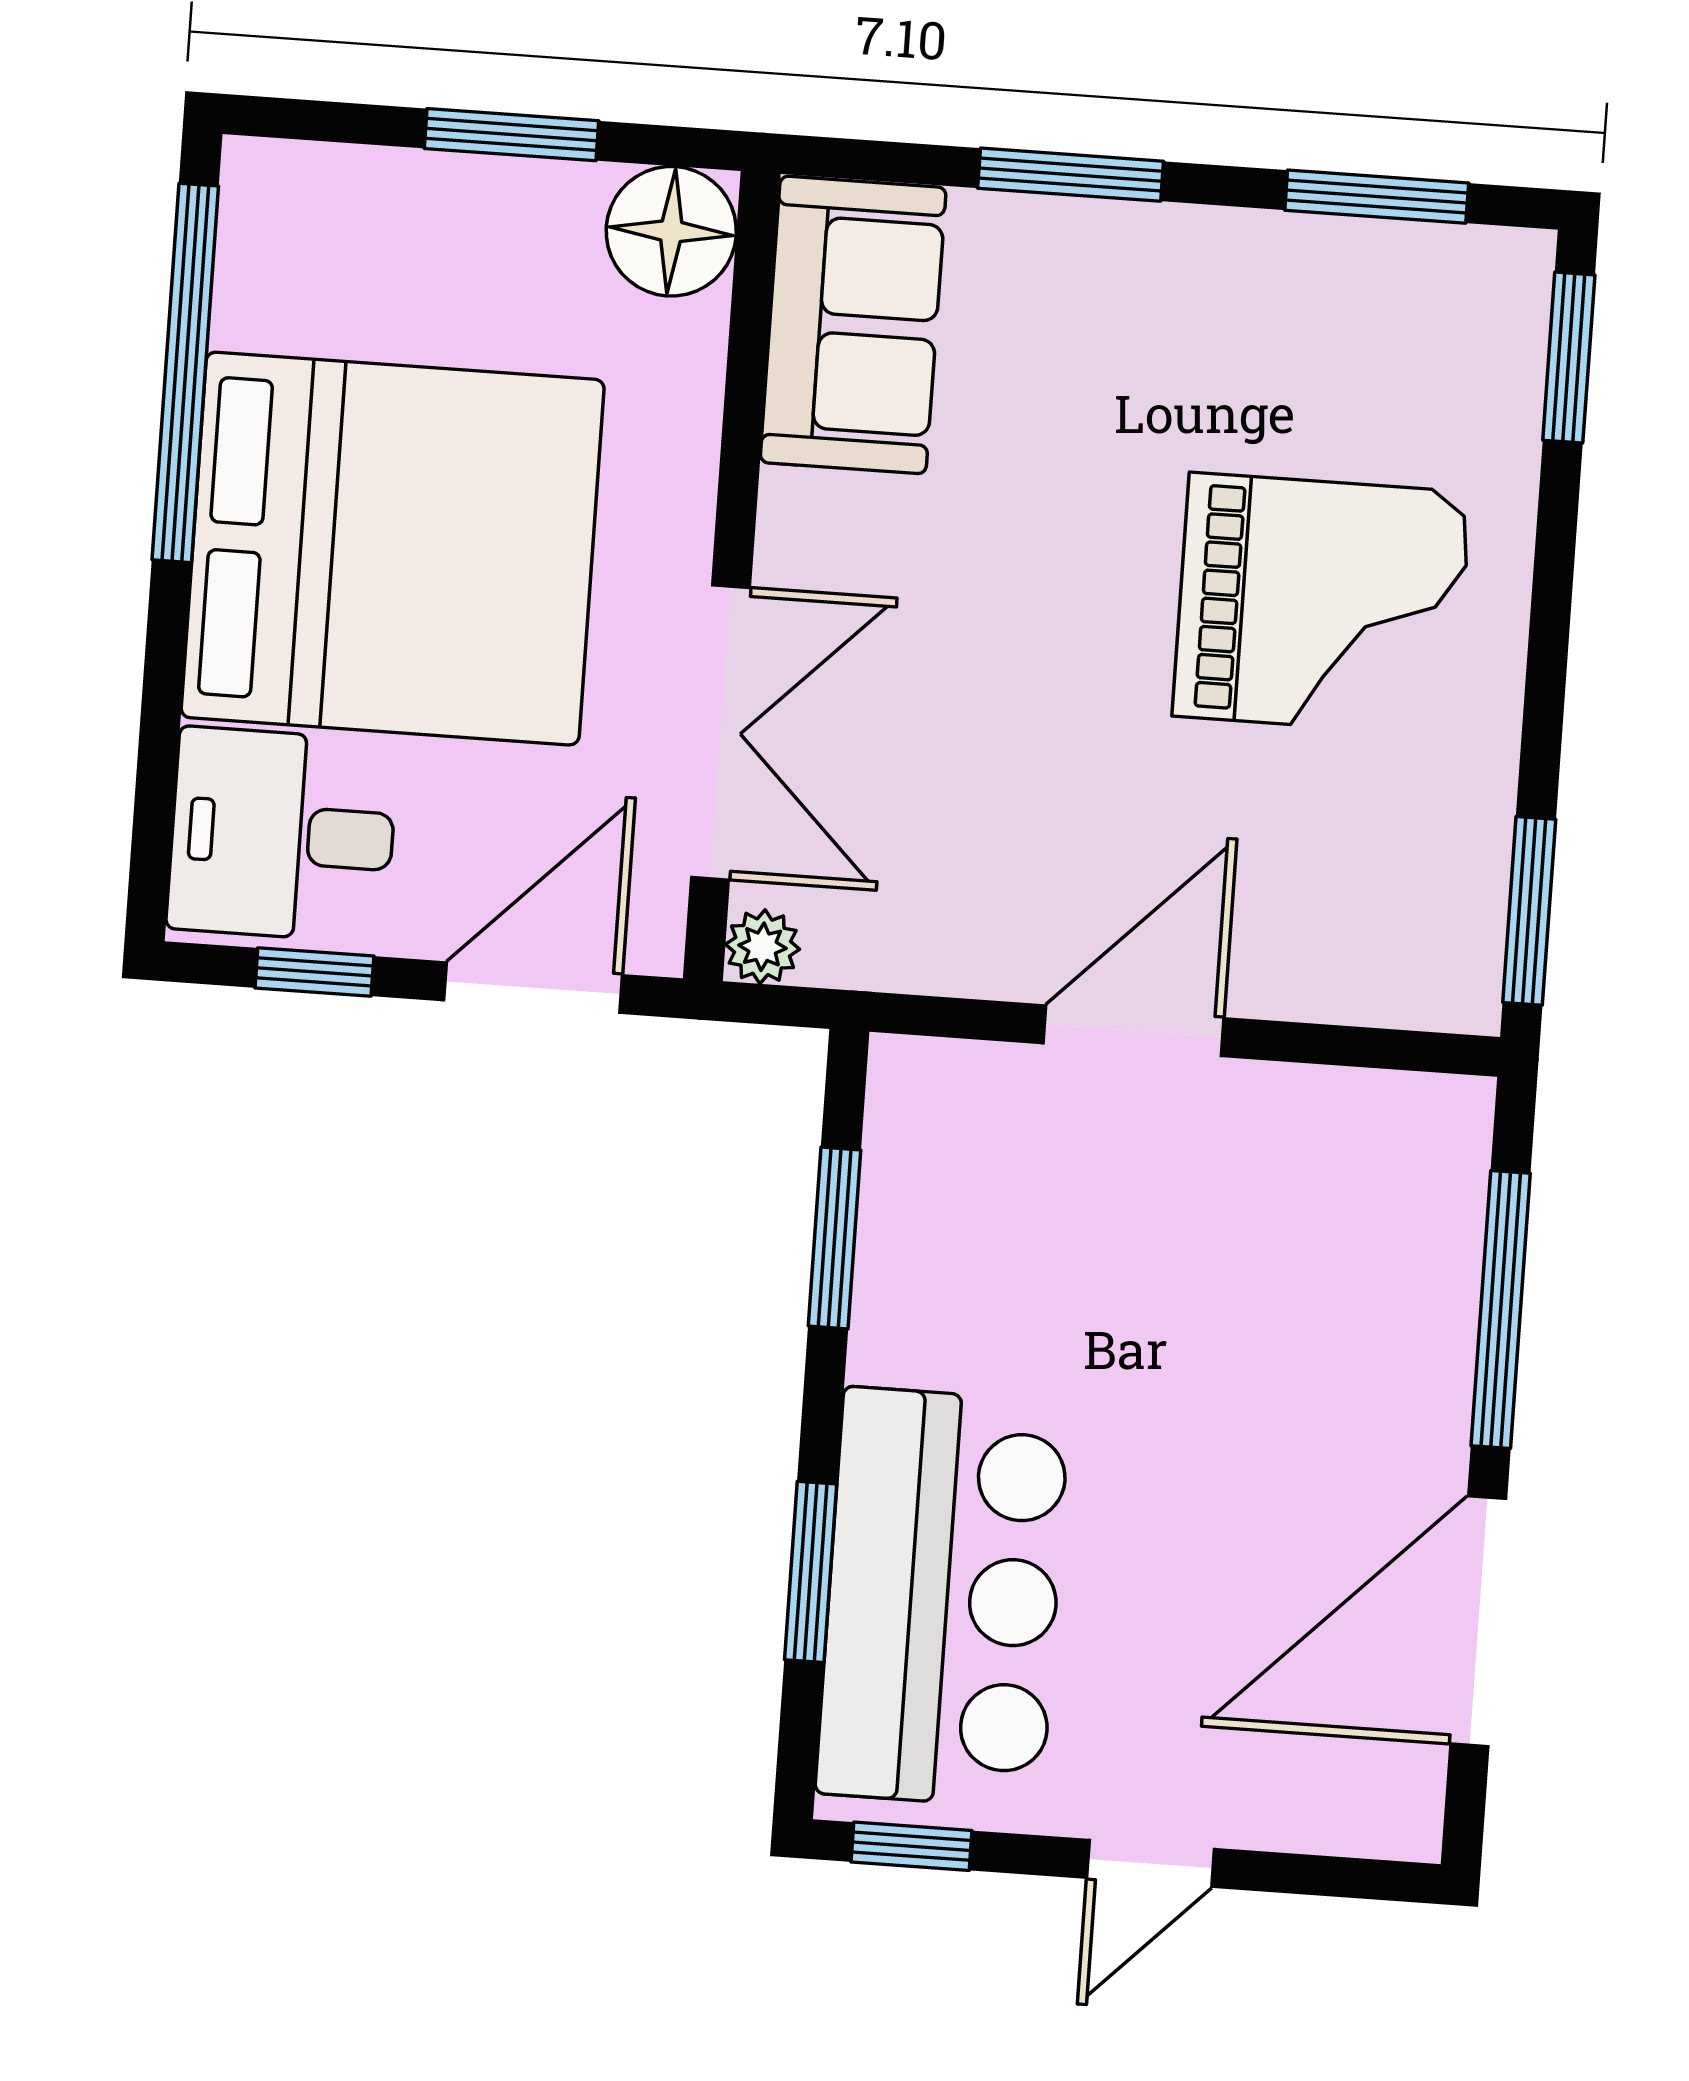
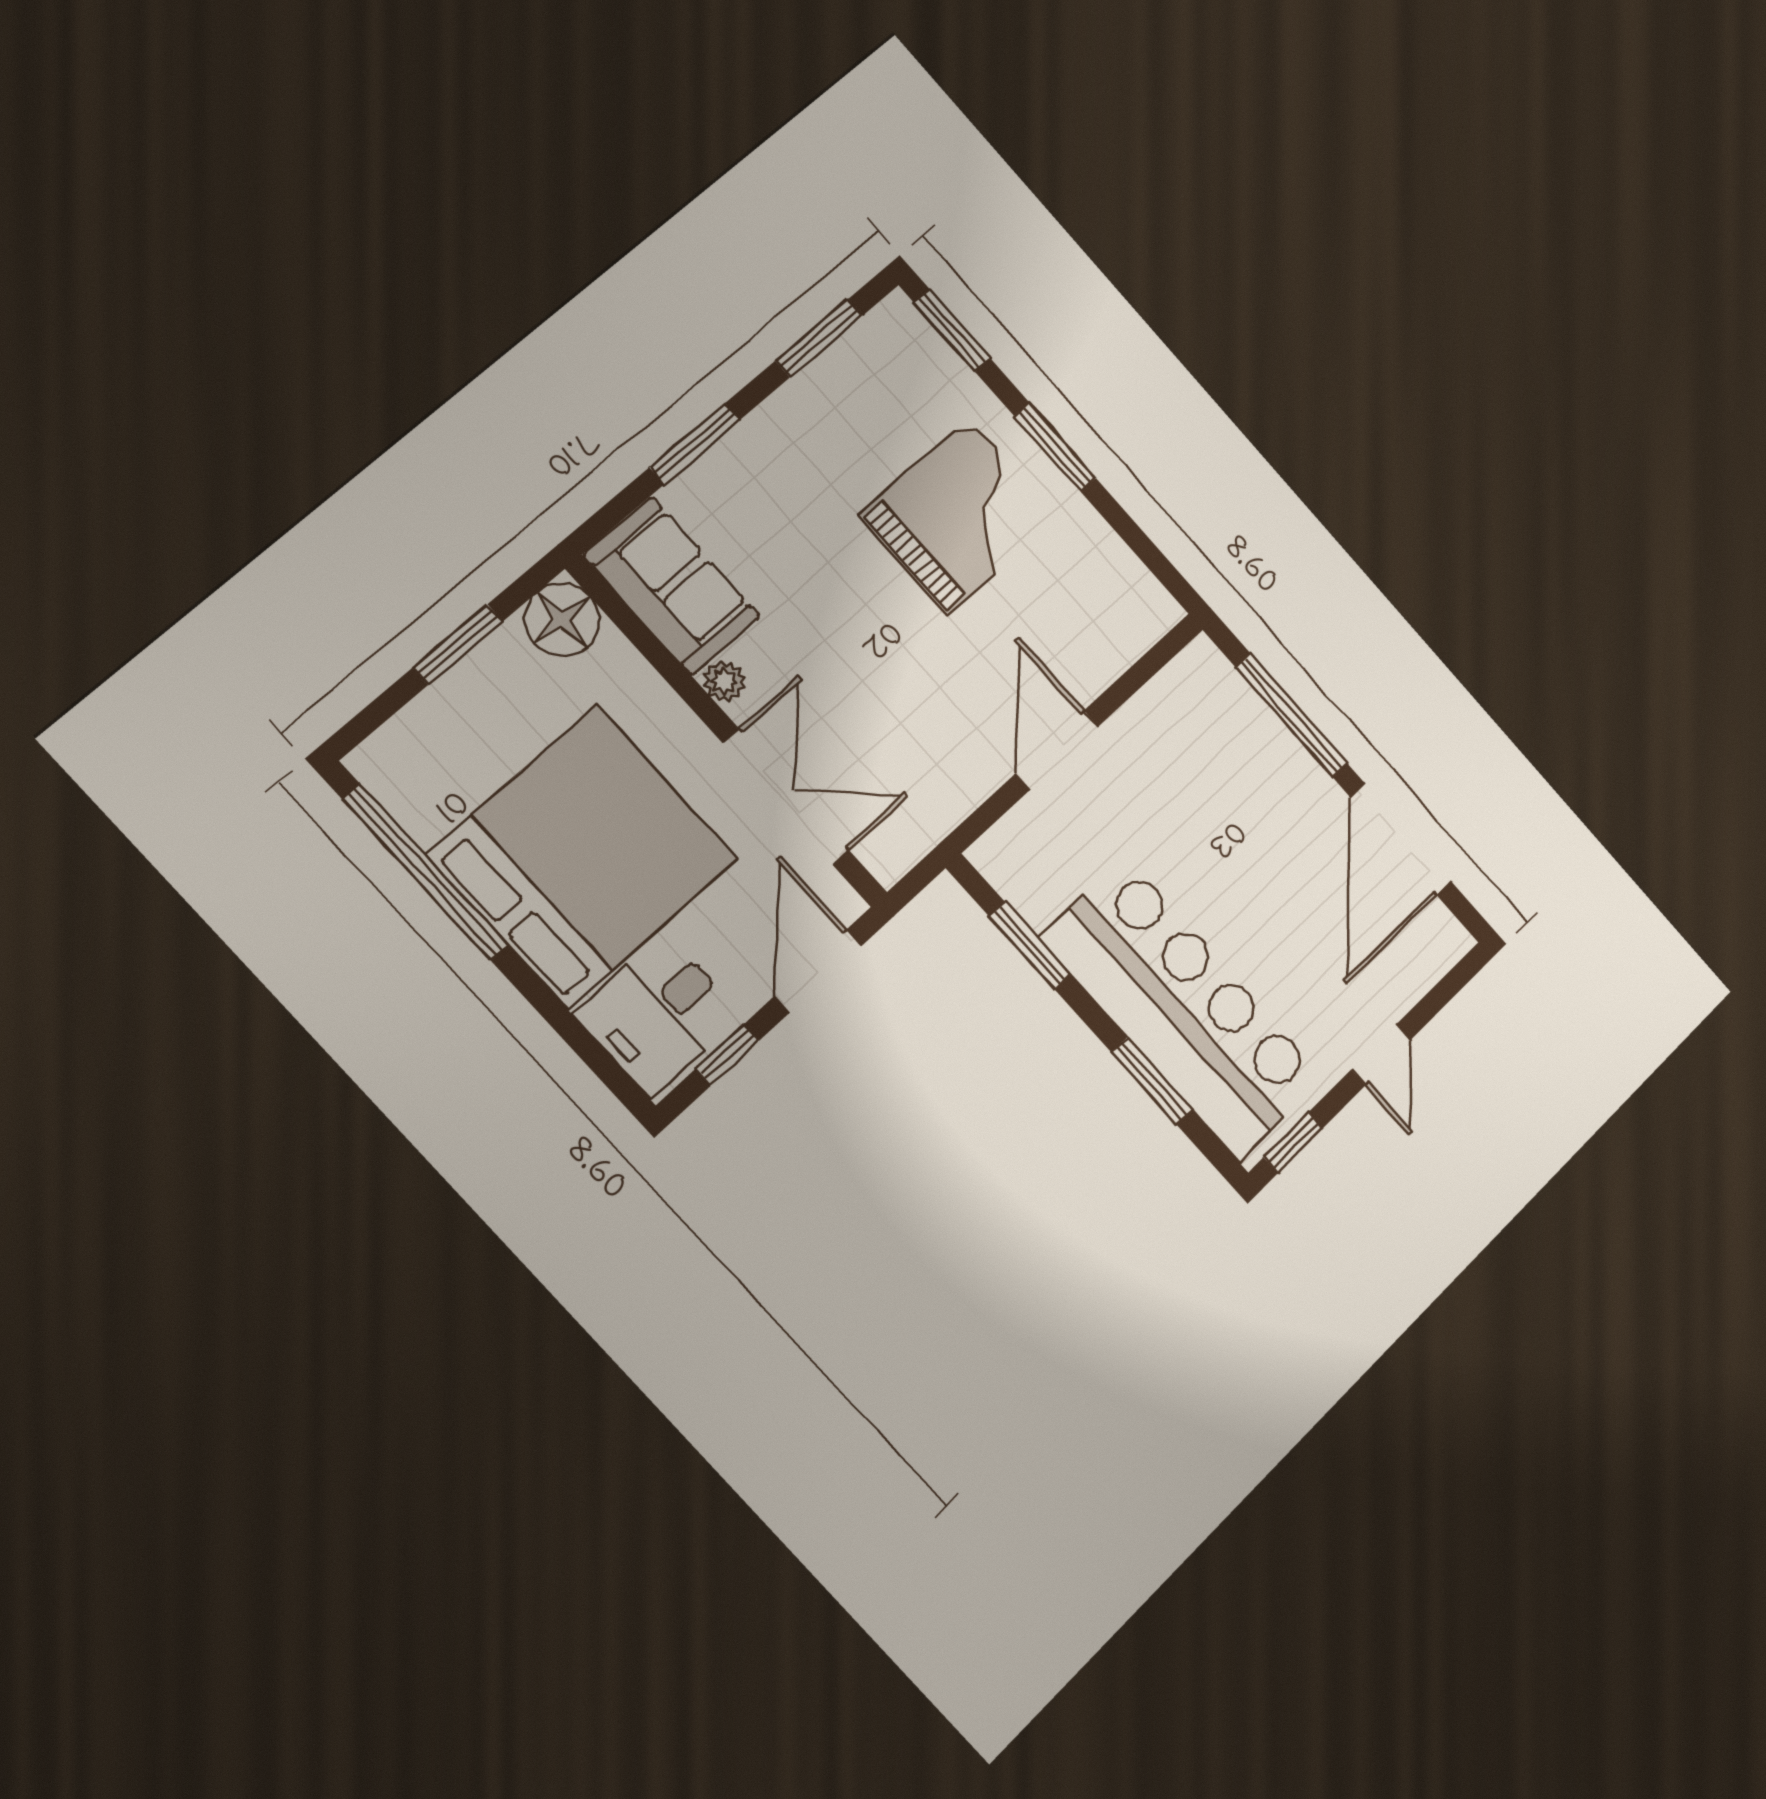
window: (1529, 911) -> (1055, 447), moved
plant: (763, 947) -> (724, 681), moved
bar counter: (943, 1598) -> (1182, 1008), width x1.36

